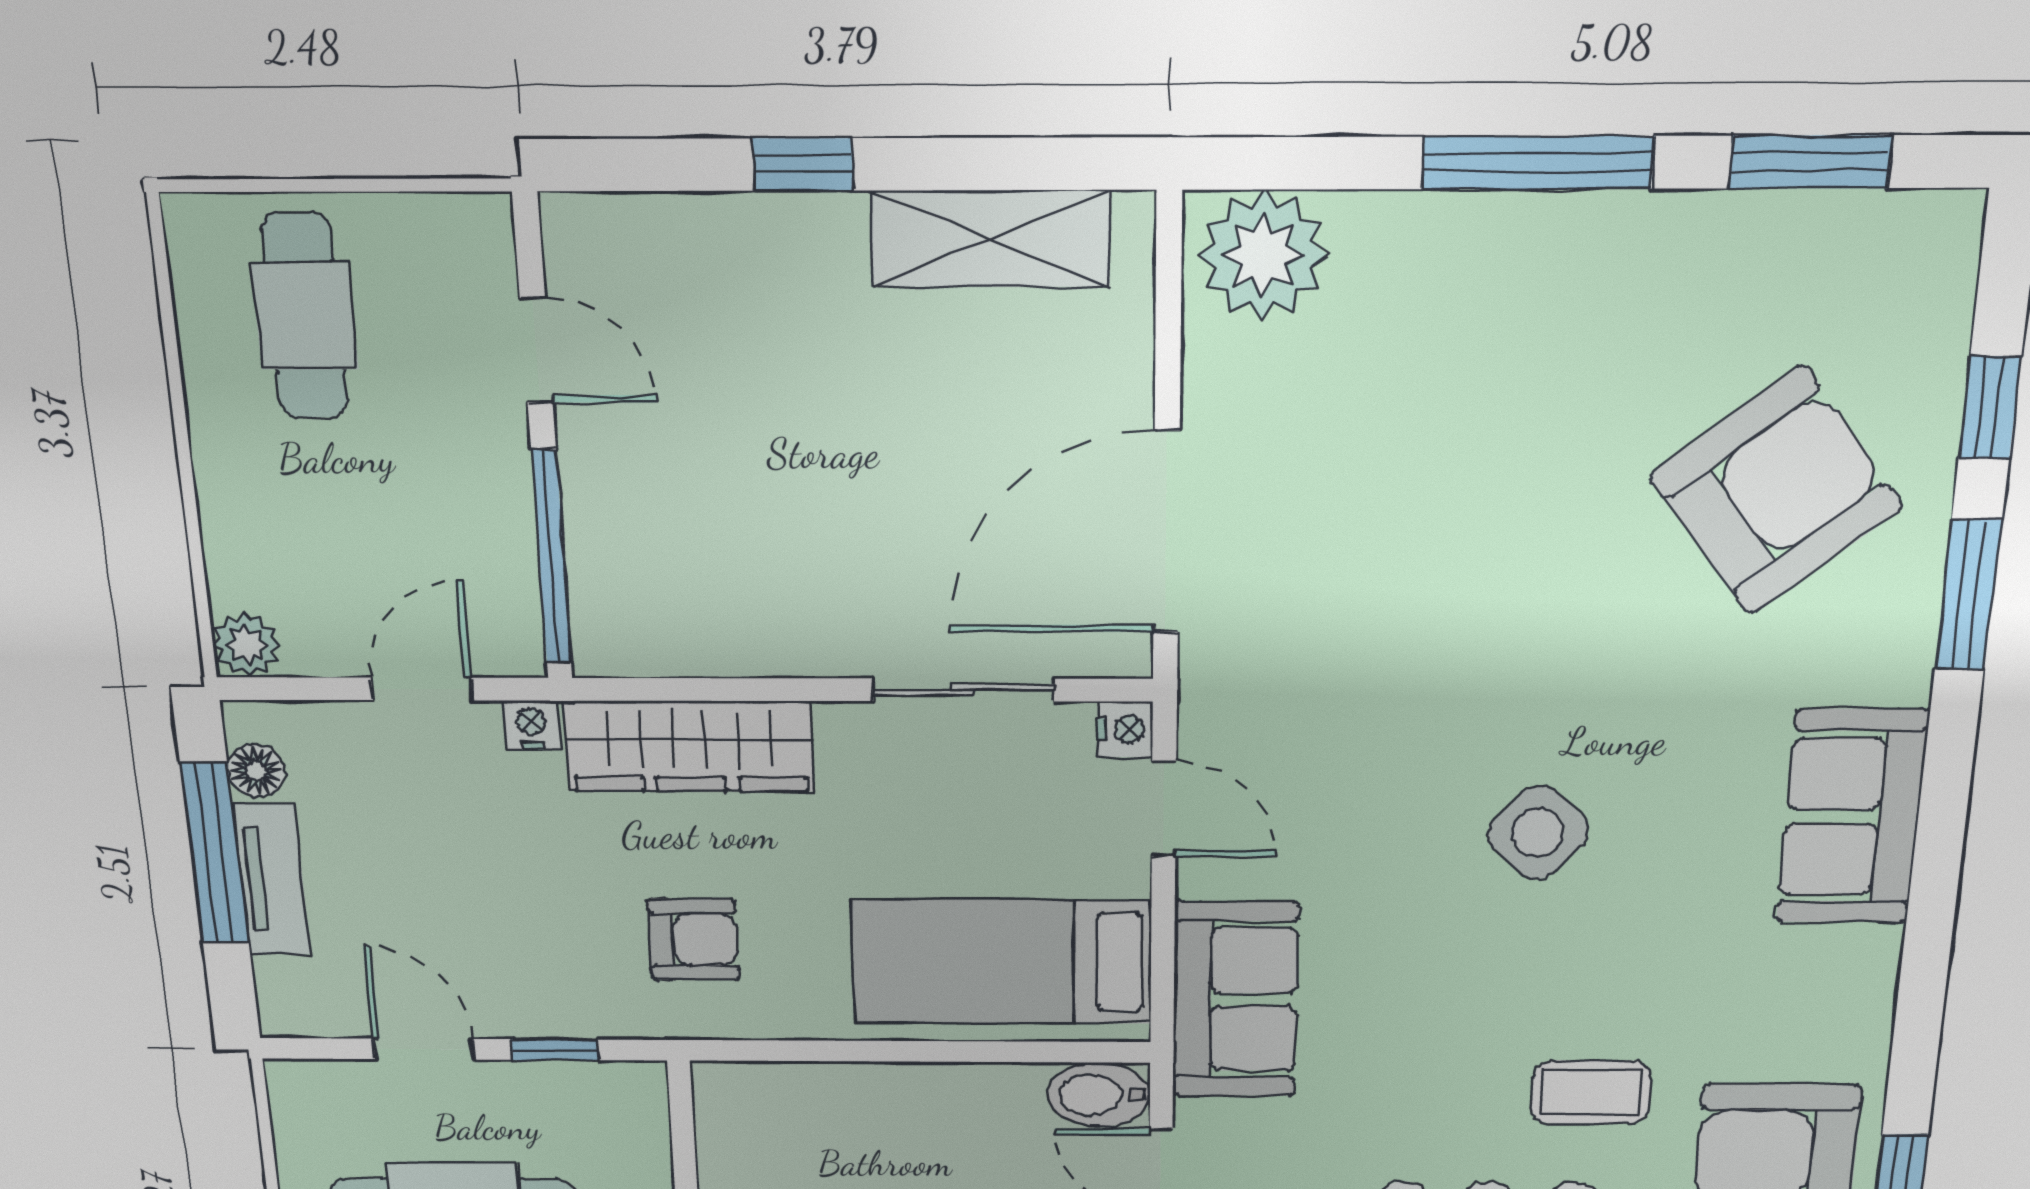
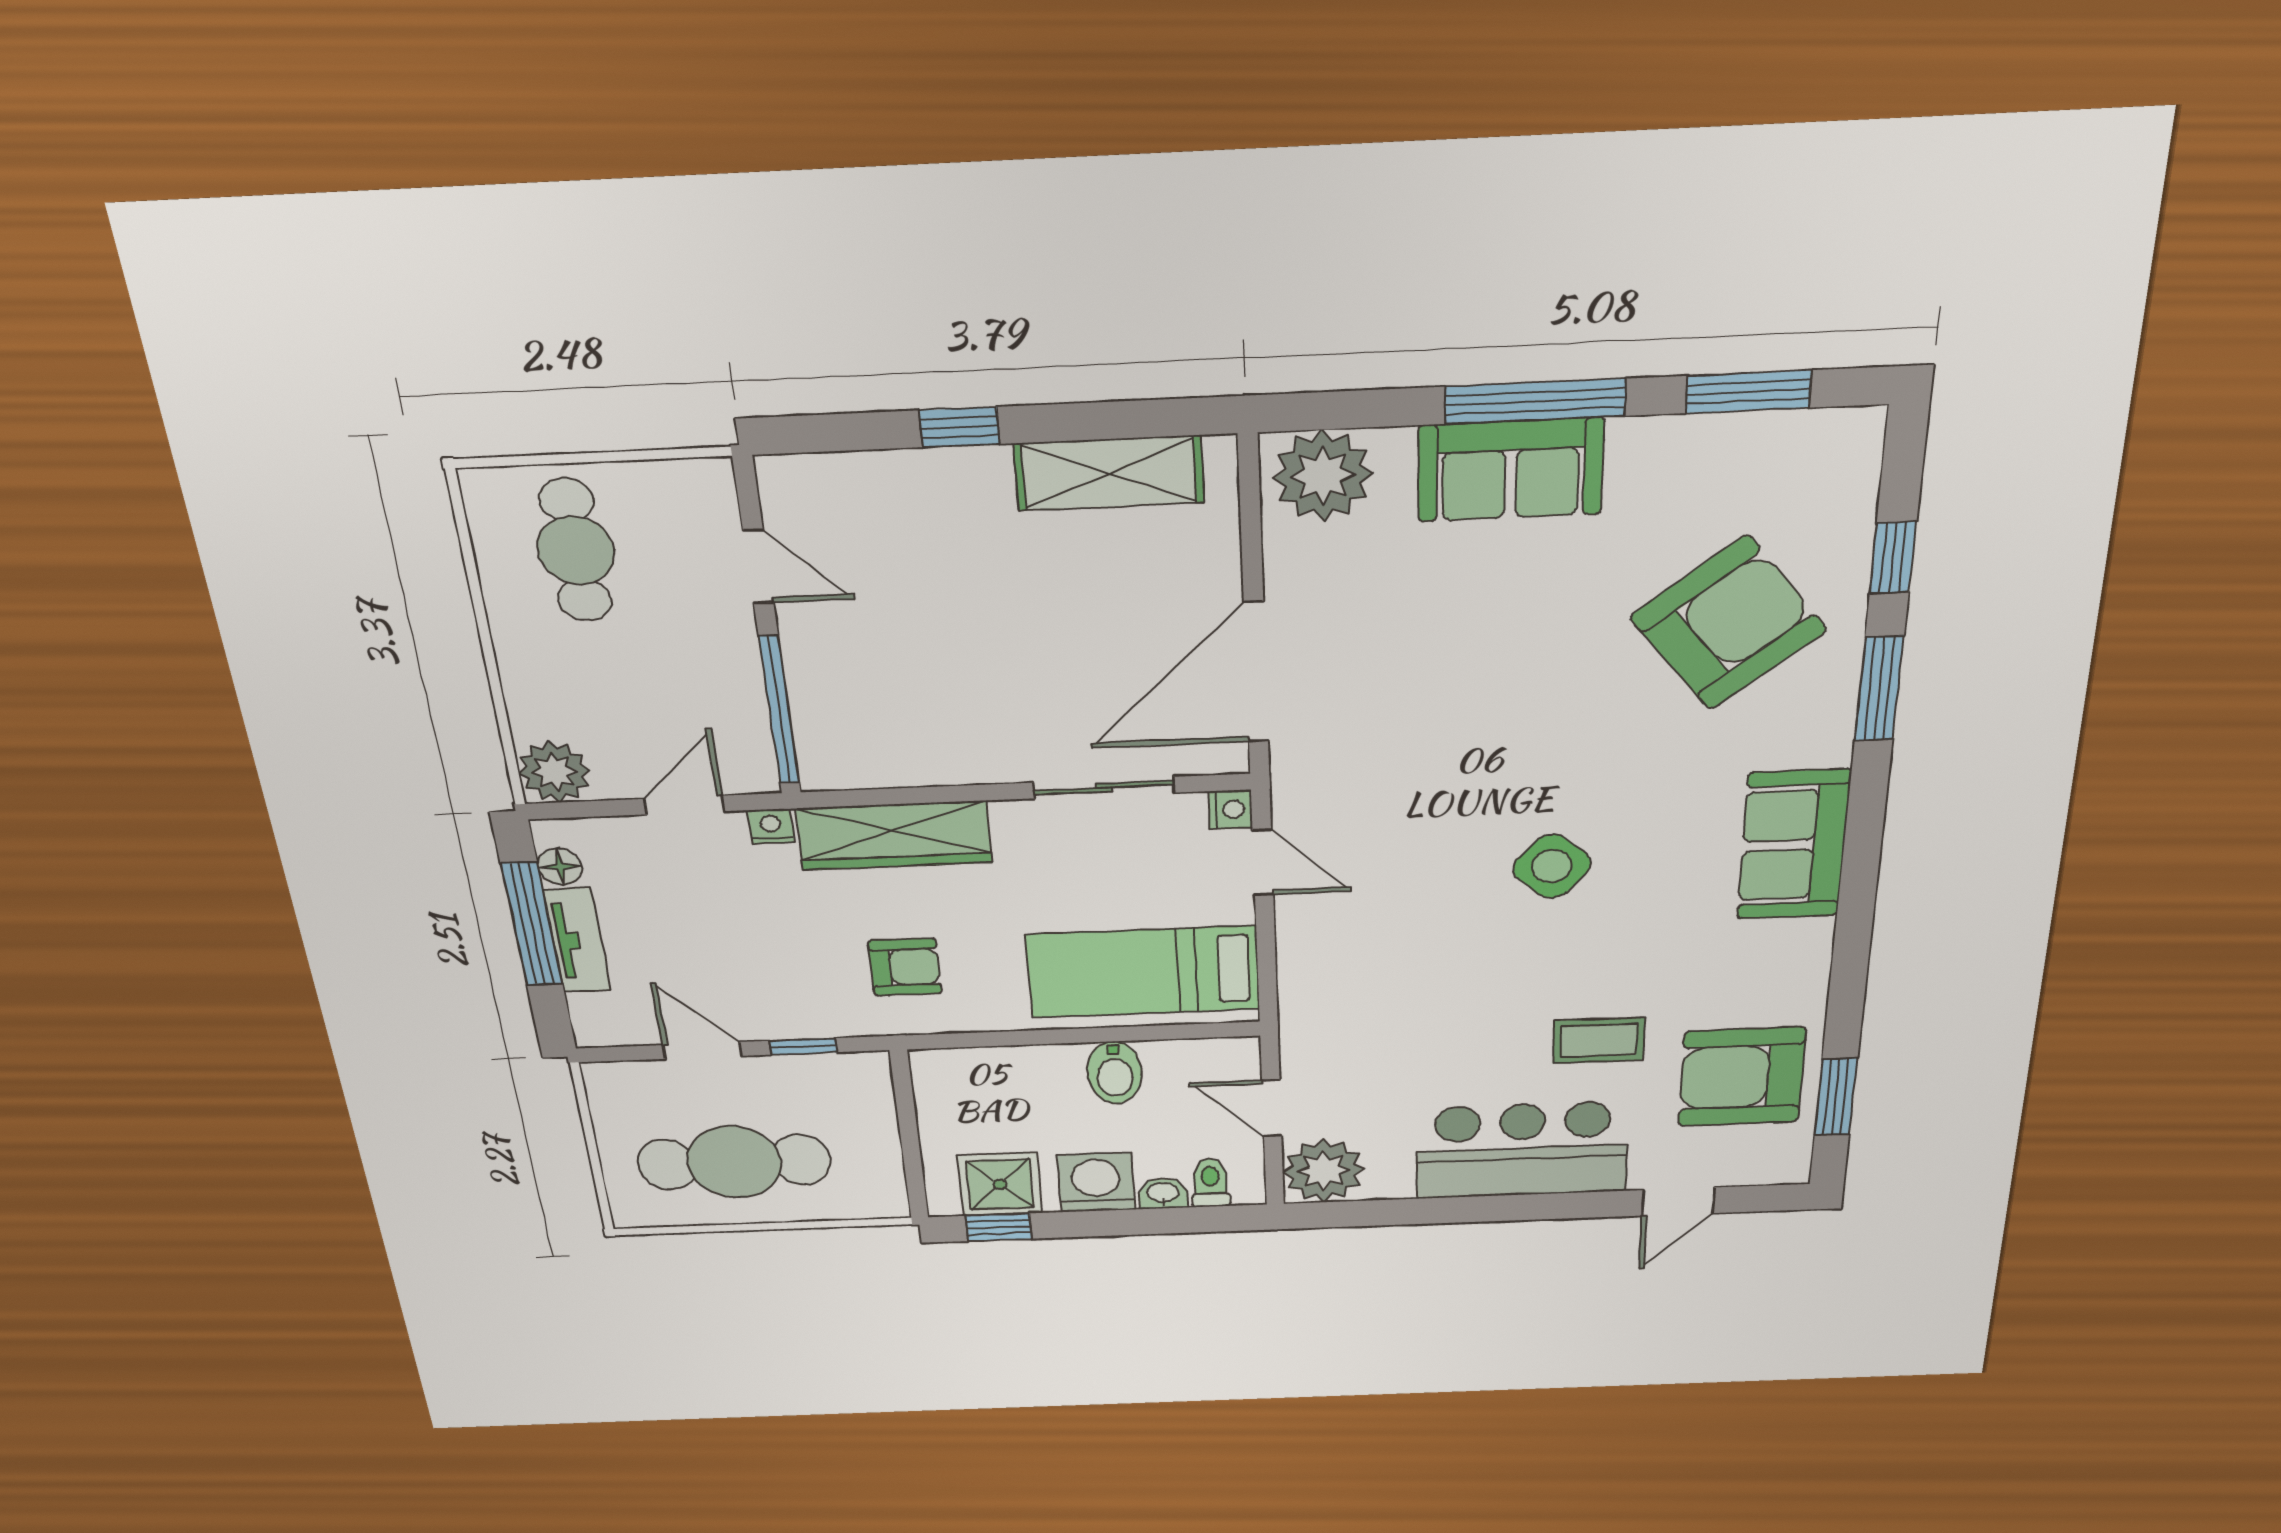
plant: (246, 645) -> (554, 772), width x1.38, depth x1.38
sofa: (1235, 1000) -> (1510, 470), moved, turned 90
bidet: (1099, 1095) -> (1115, 1073), moved, turned -90

